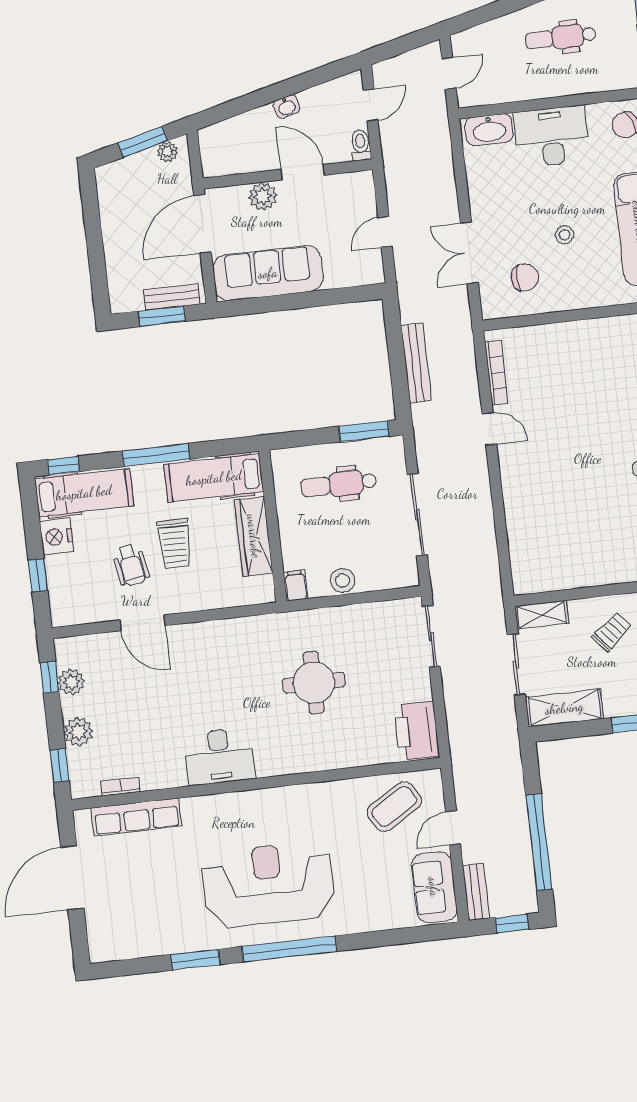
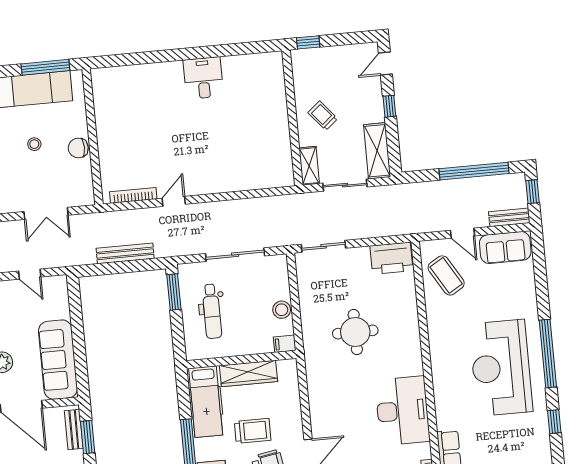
chair: (525, 277) -> (78, 148), moved, turned -90
desk: (220, 756) -> (403, 411), width x1.36, depth x1.30
window: (195, 960) -> (554, 422), width x0.67

